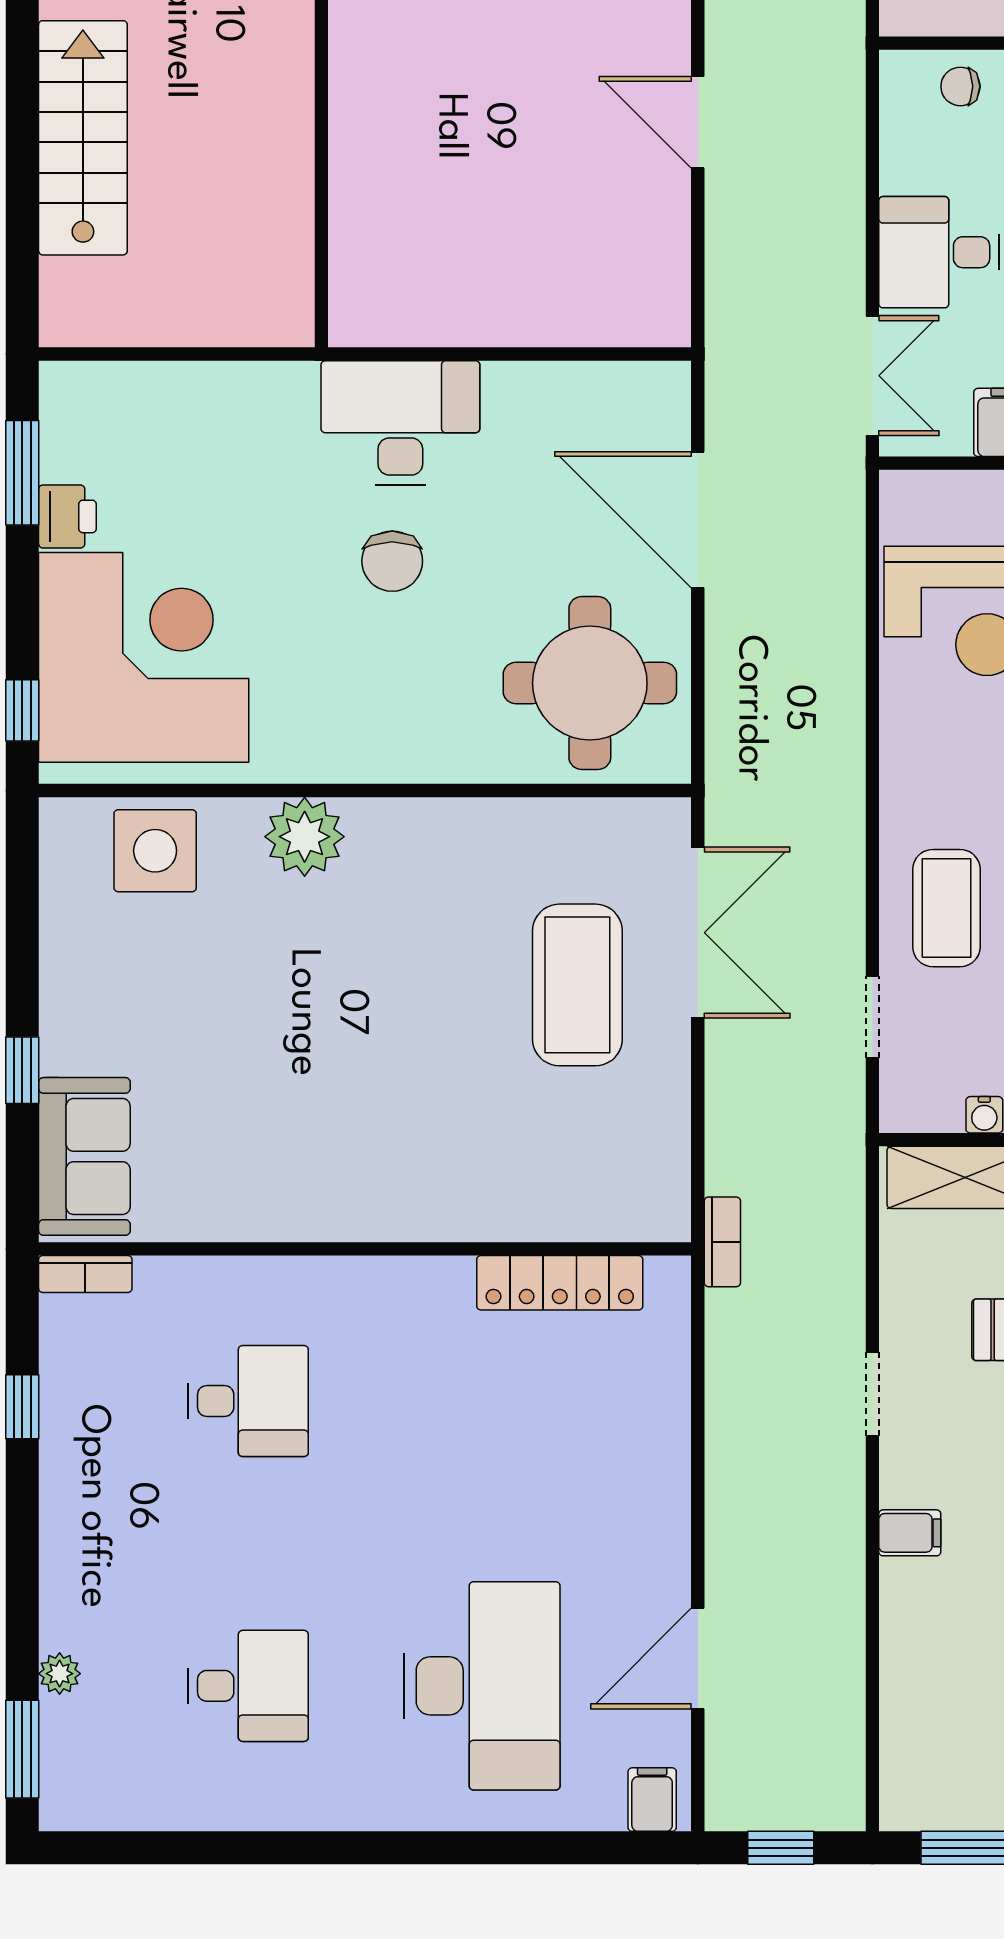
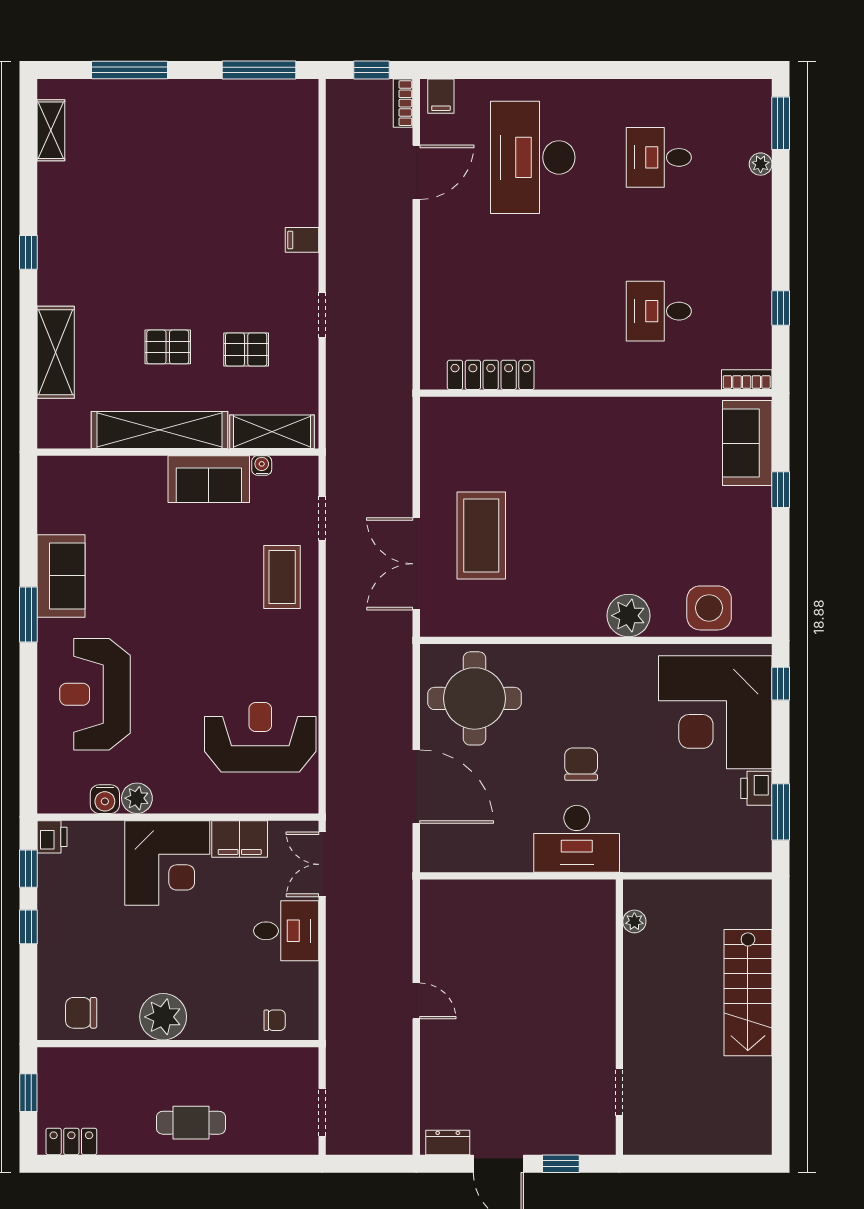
door: (698, 122) -> (416, 1001), width x0.73
plant: (294, 270) -> (634, 921), added
bookcase: (722, 1242) -> (403, 103), moved

